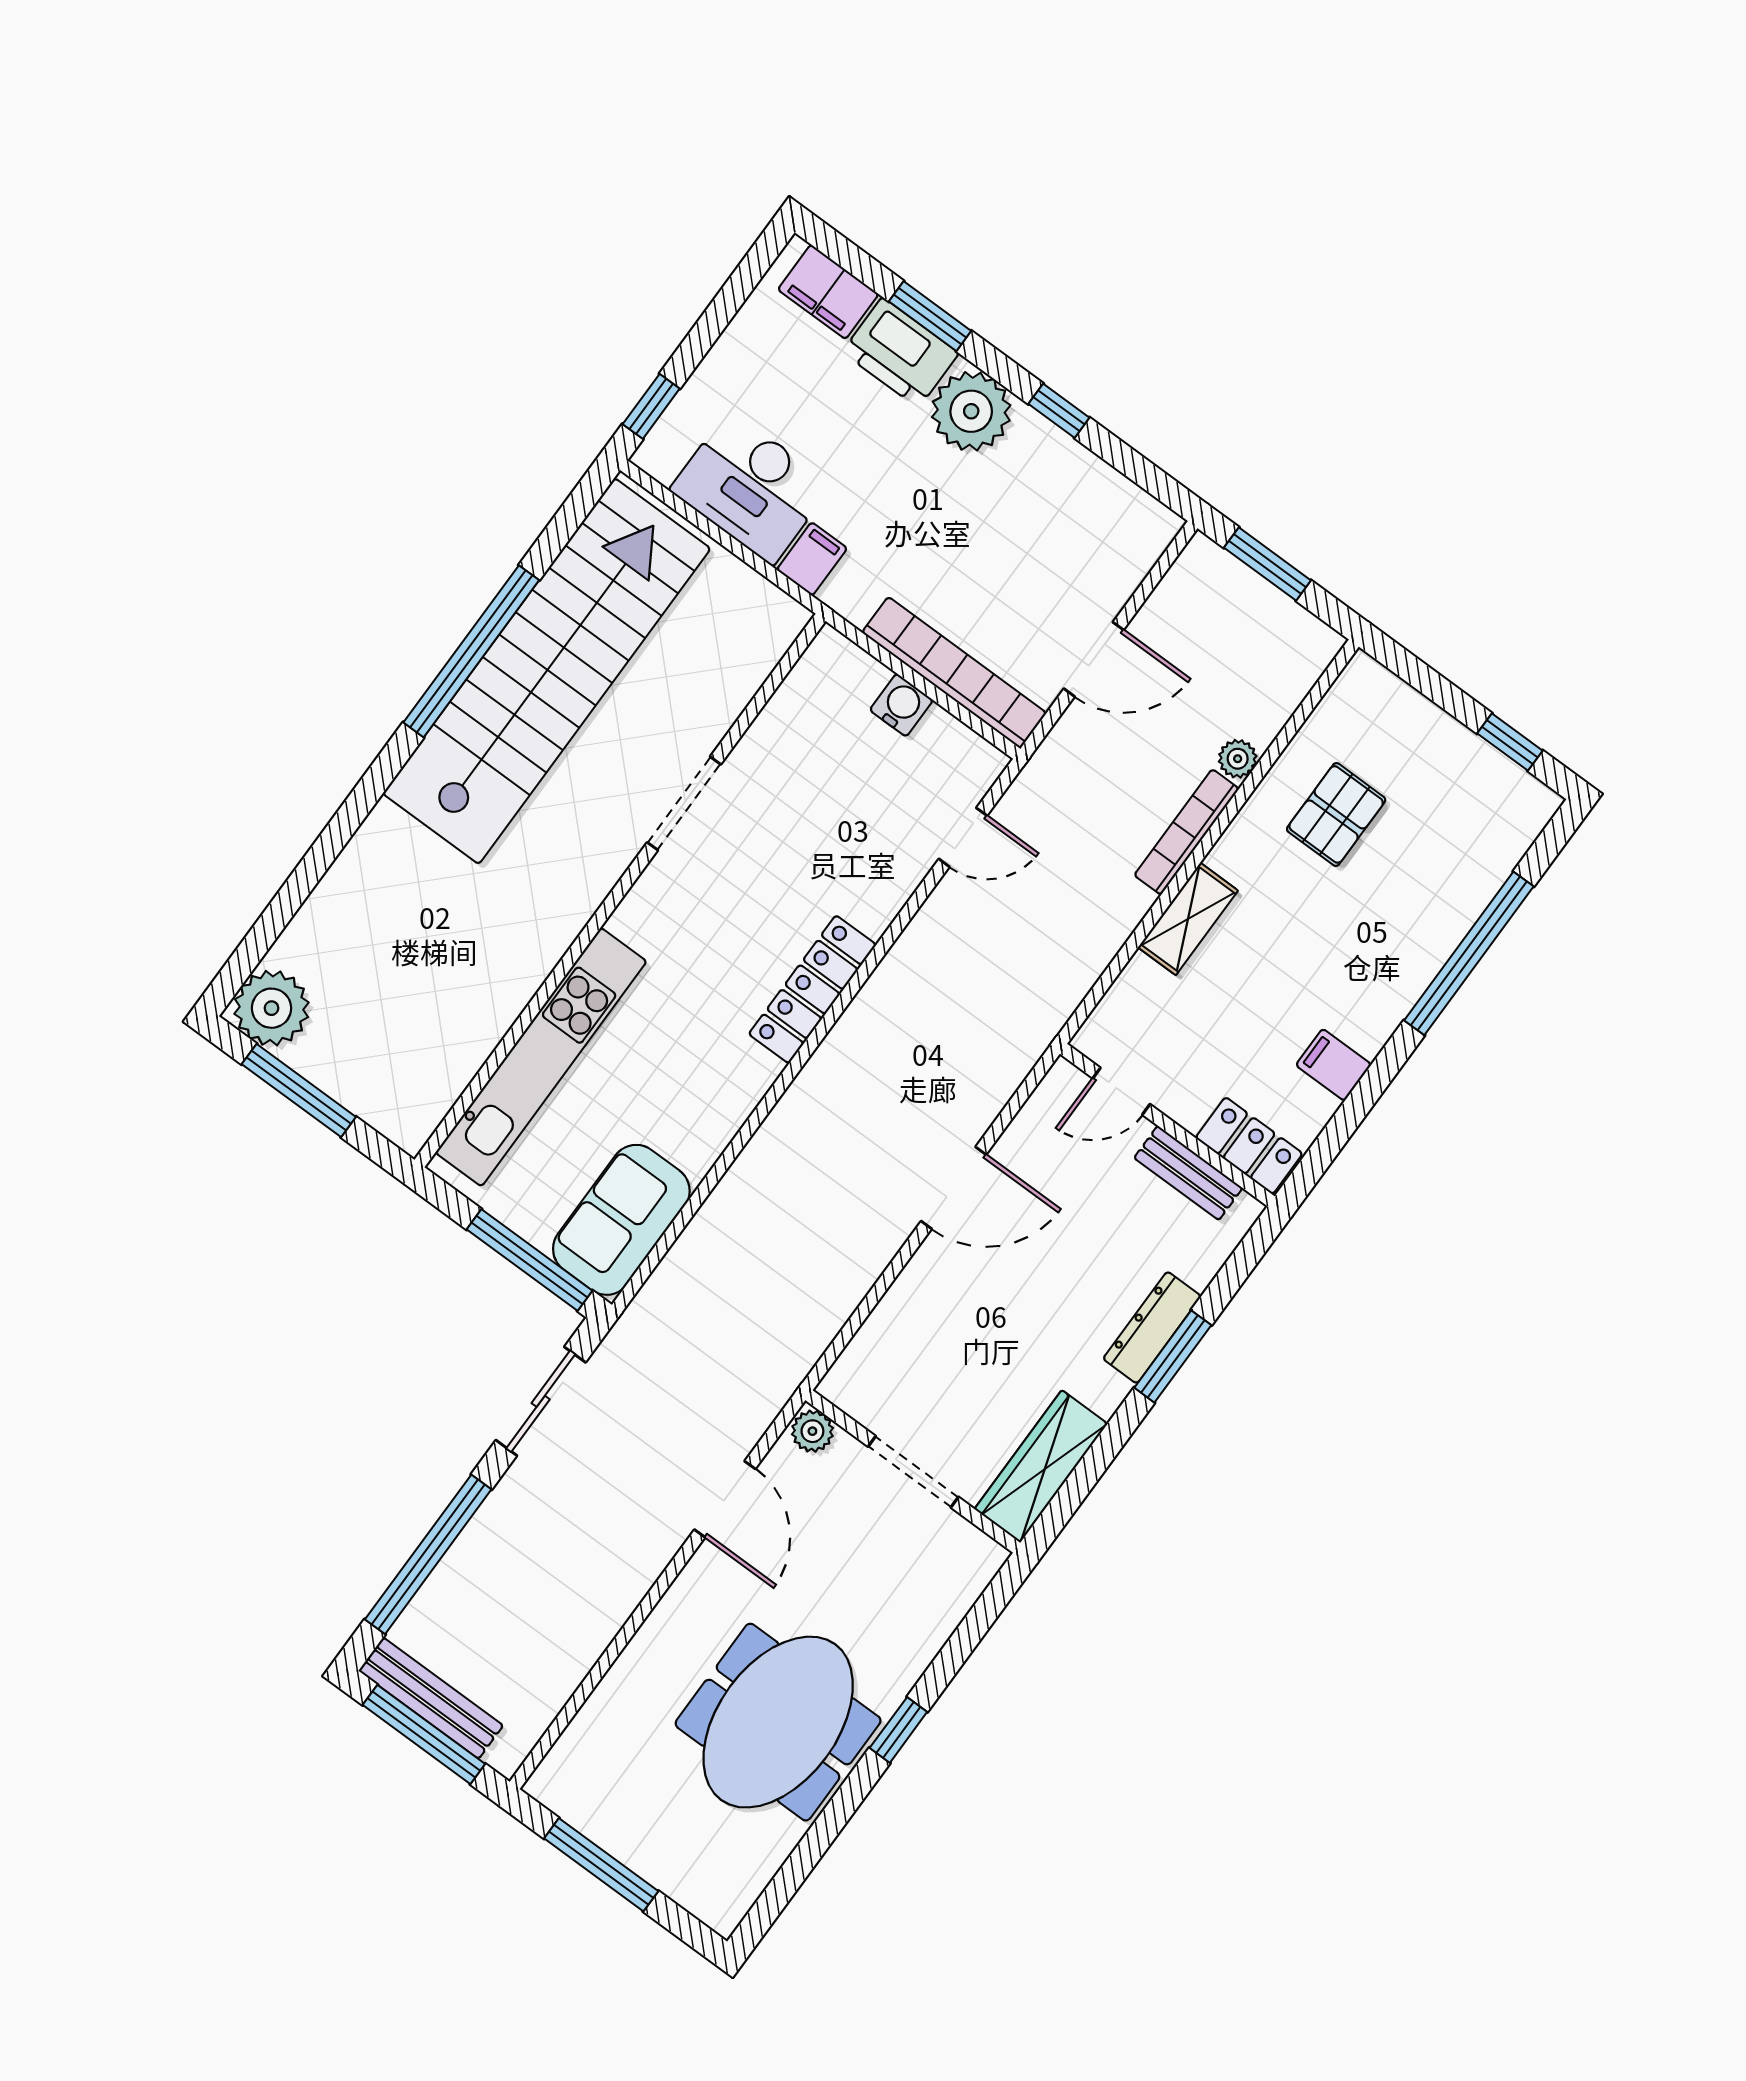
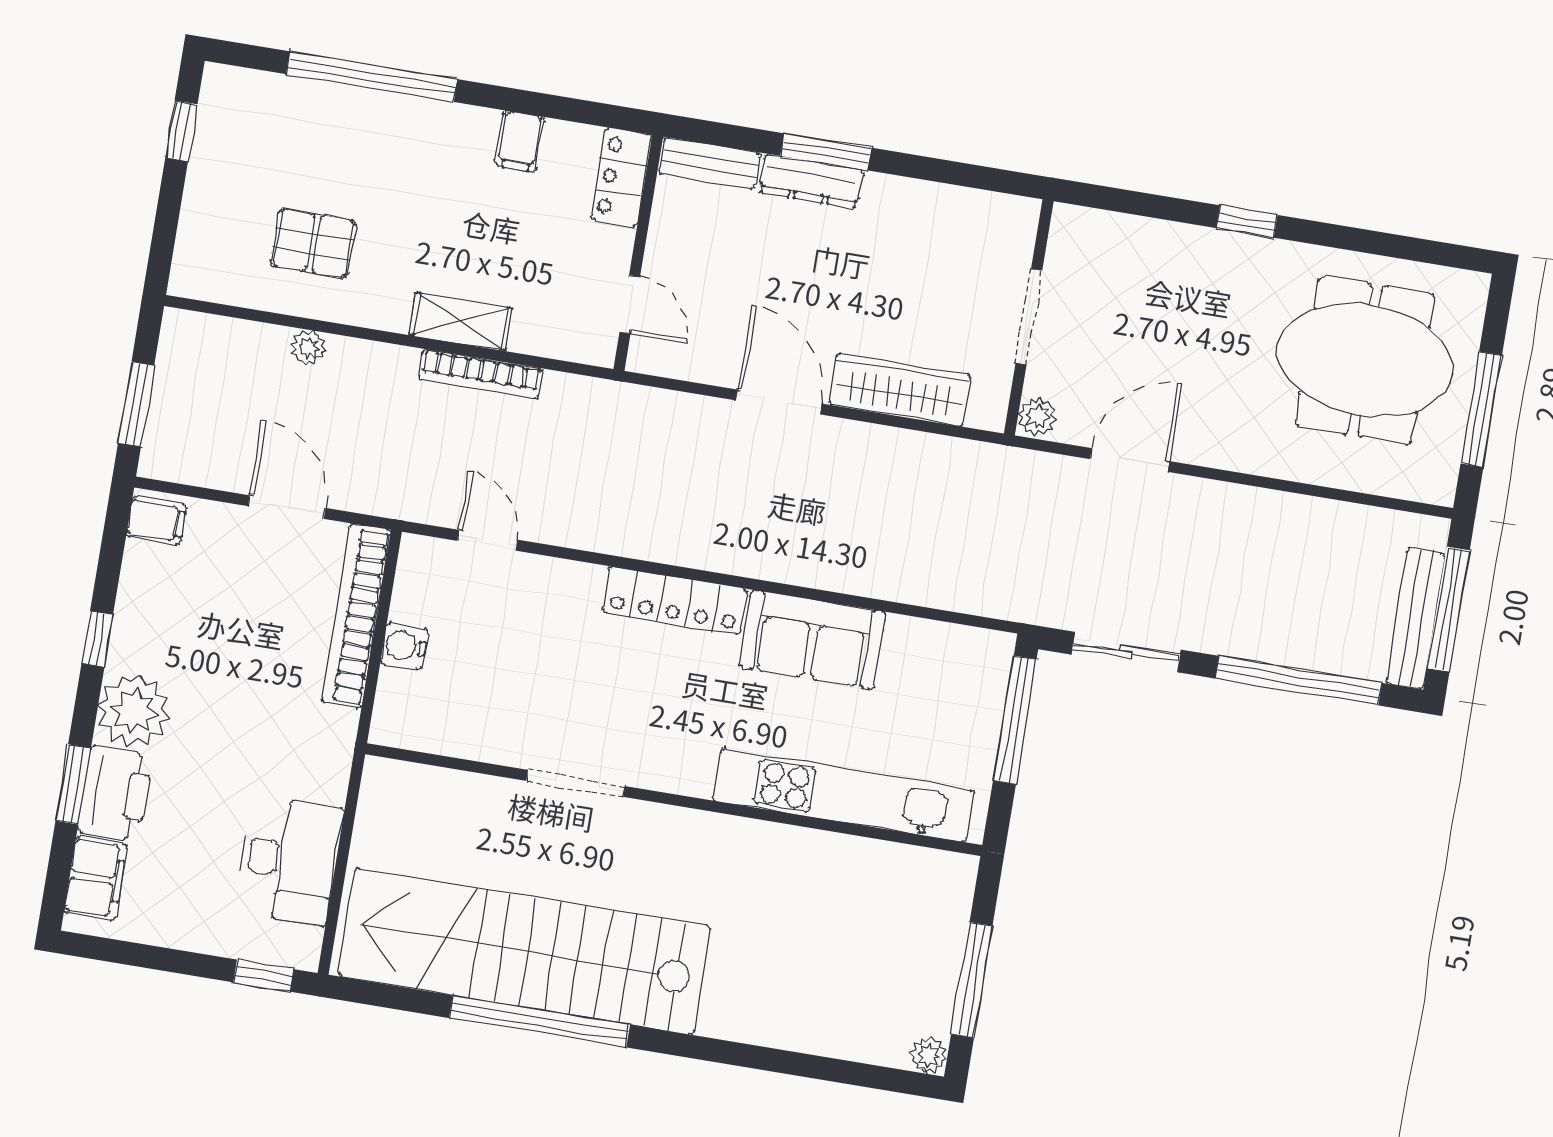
filing cabinet: (812, 559) -> (156, 520), moved, turned 180
bookcase: (1187, 832) -> (480, 374), moved
plant: (271, 1008) -> (929, 1055), width x0.53, depth x0.53
bench: (1188, 1173) -> (710, 163), moved, turned 90
sofa: (621, 1220) -> (813, 640), moved
wardrobe: (1041, 1466) -> (900, 390), moved, turned 180
meeting table: (778, 1722) -> (1365, 360), moved

